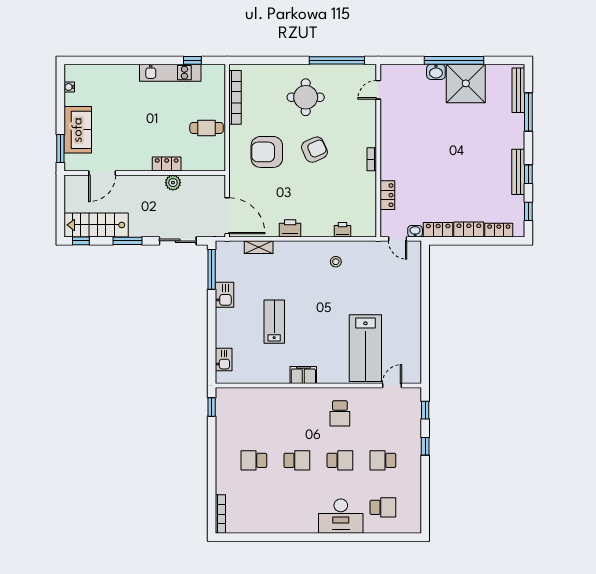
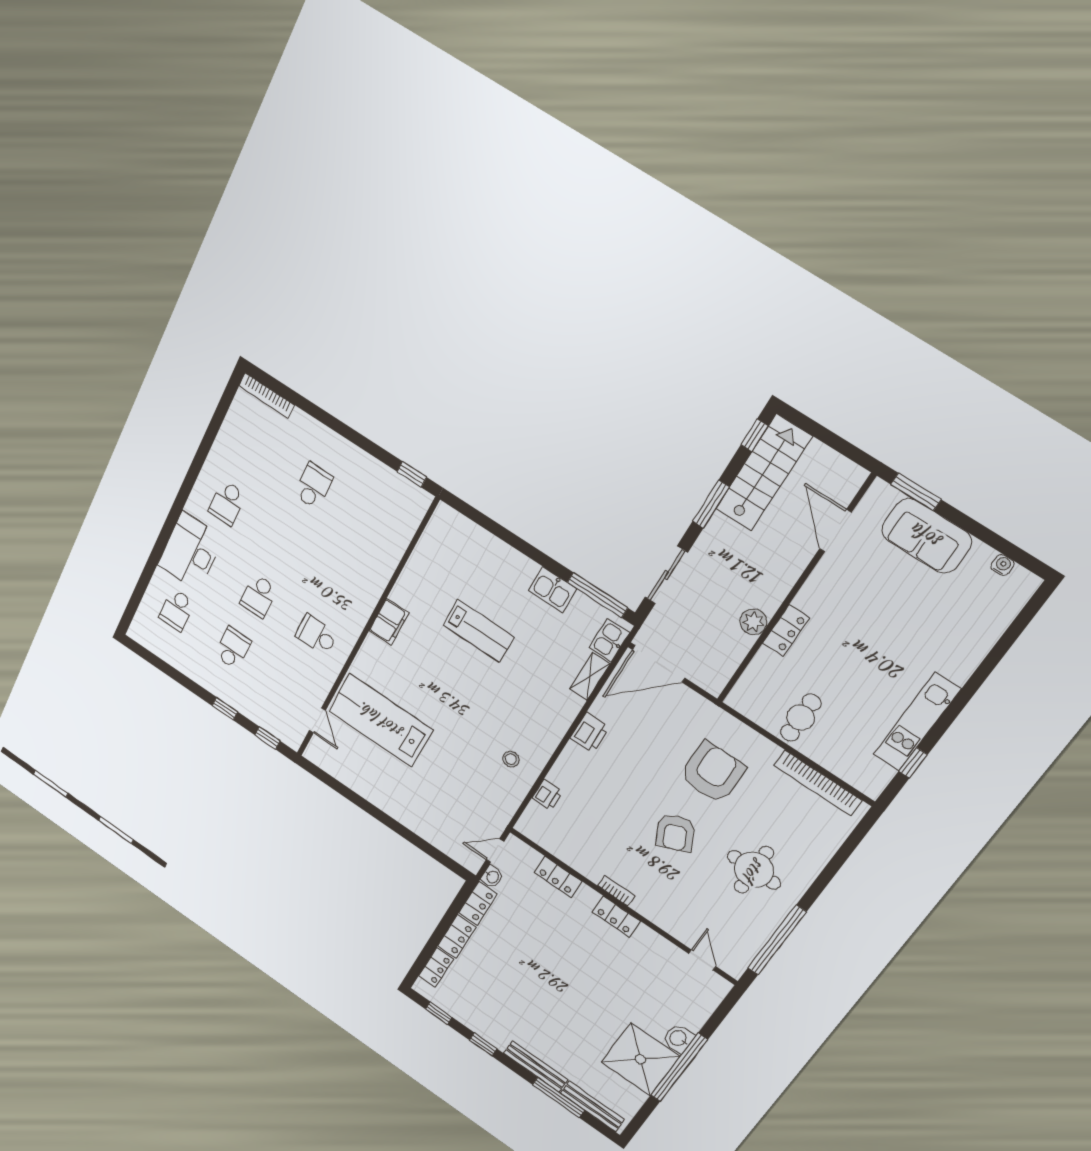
locker: (387, 150) -> (616, 917), added
bench: (518, 172) -> (536, 1066), moved
kitchen sink: (224, 360) -> (609, 640), moved, turned 90
school desk: (297, 460) -> (227, 503), moved

